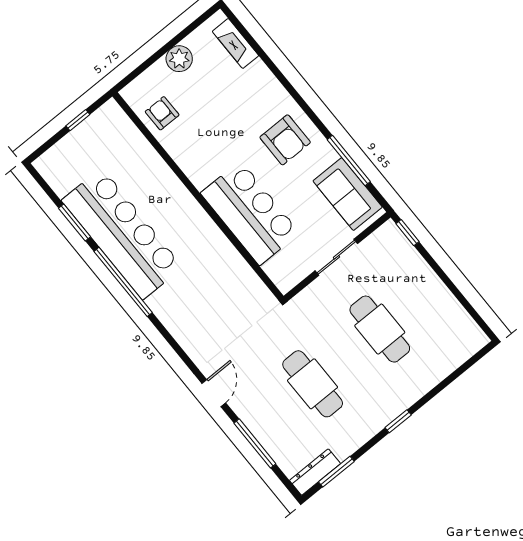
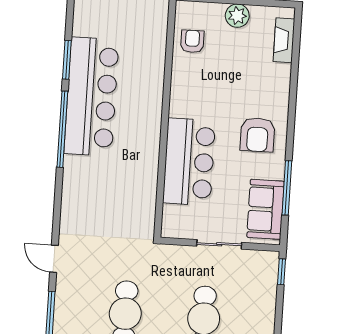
door: (214, 393) -> (54, 259), swing flipped

